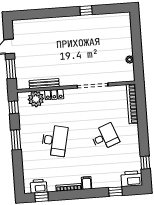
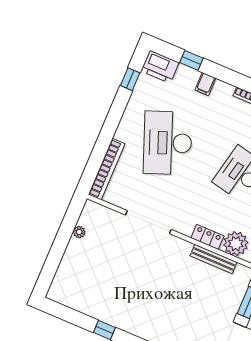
desk: (105, 137) -> (168, 143), width x1.87, depth x1.30
filing cabinet: (87, 183) -> (205, 84), moved

